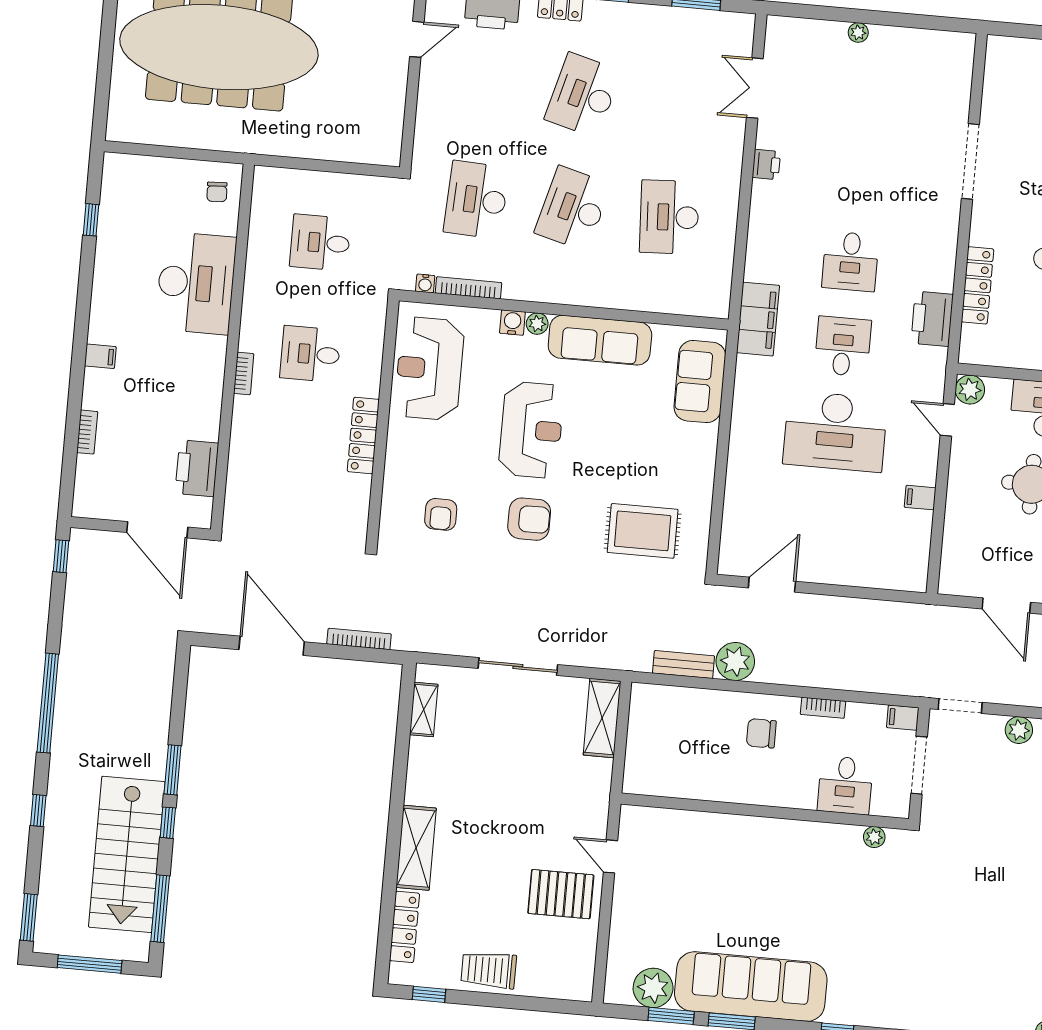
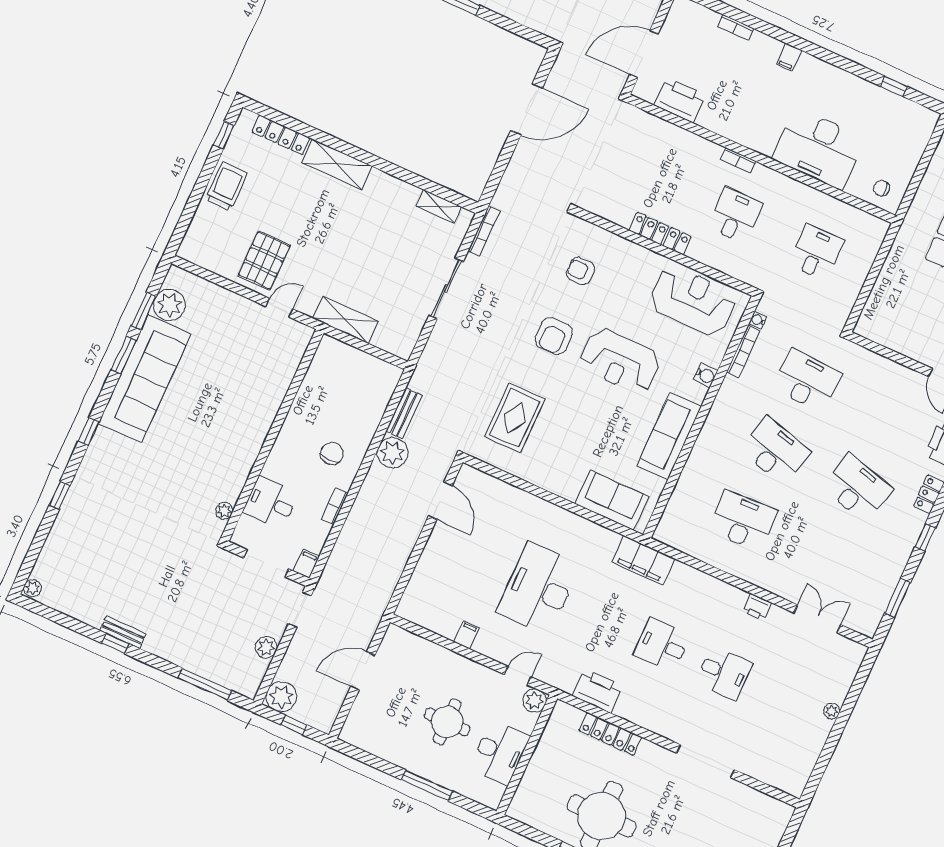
plant: (537, 324) -> (698, 394), removed
desk: (843, 346) -> (724, 673), moved
bookcase: (359, 639) -> (484, 231), moved
shelving: (602, 718) -> (345, 320), moved

